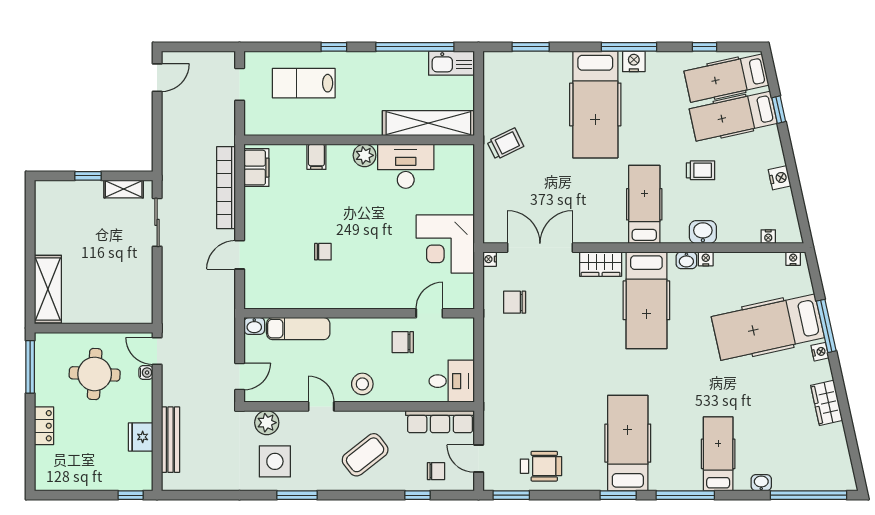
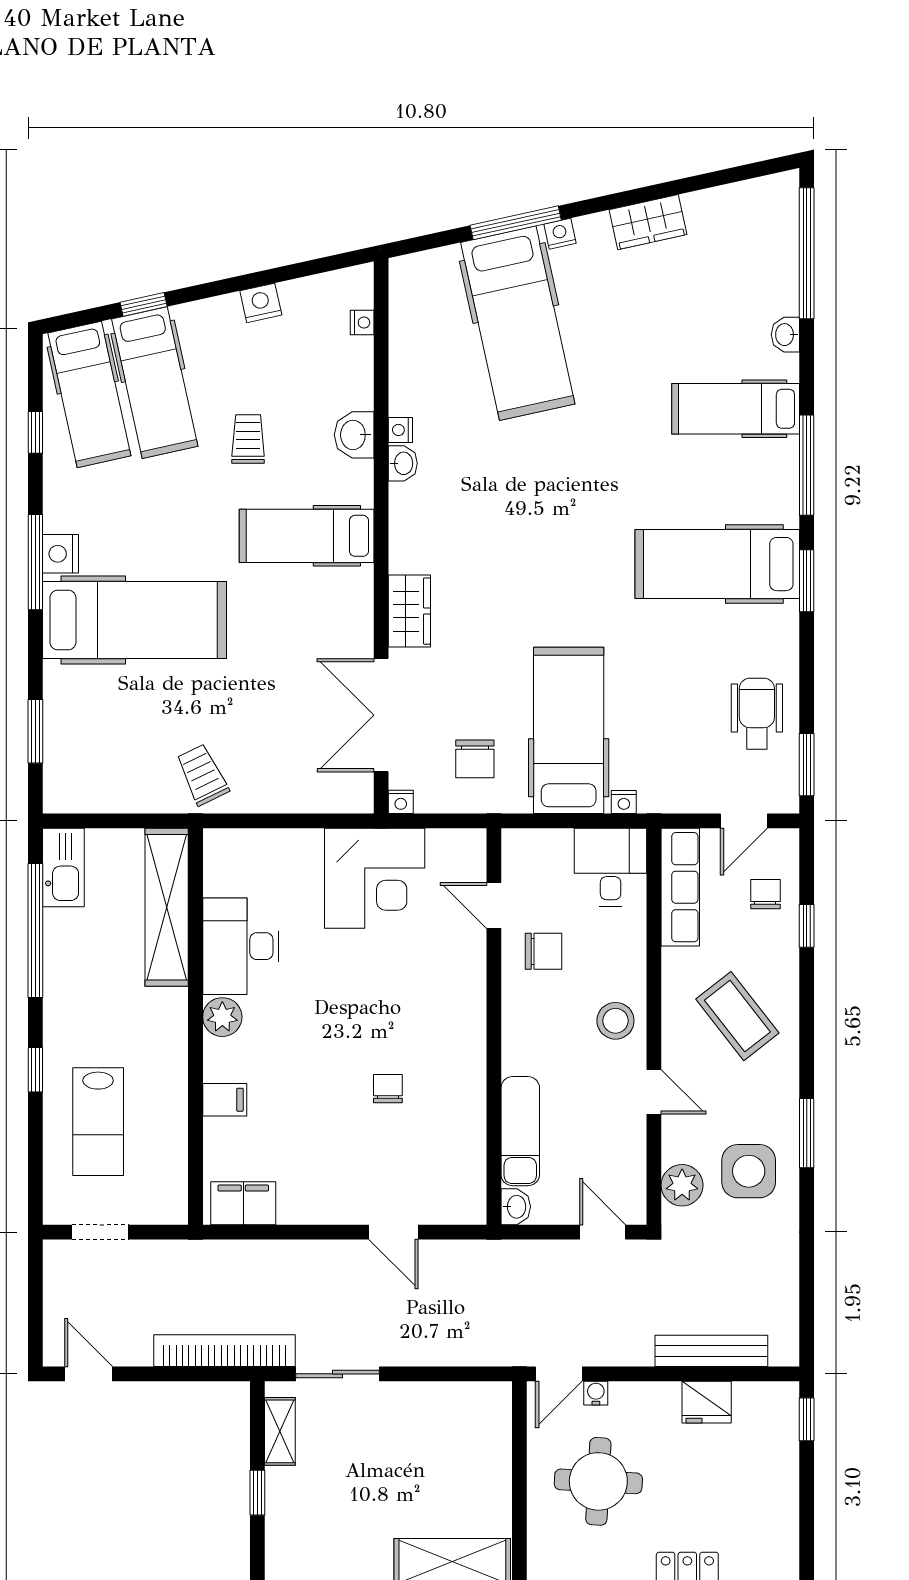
bookcase: (226, 188) -> (225, 1351), moved, turned 180
nightstand: (793, 259) -> (624, 802), moved, turned -90
hospital bed: (646, 300) -> (569, 730), moved, turned -90
chair: (403, 342) -> (544, 951), turned -90
door: (321, 406) -> (654, 1092), swing flipped

